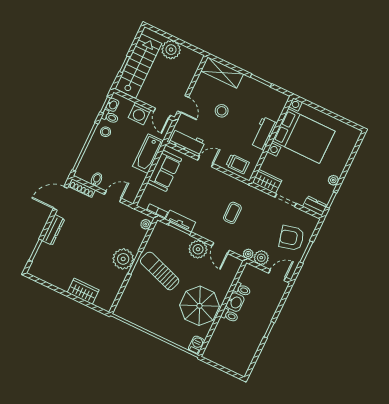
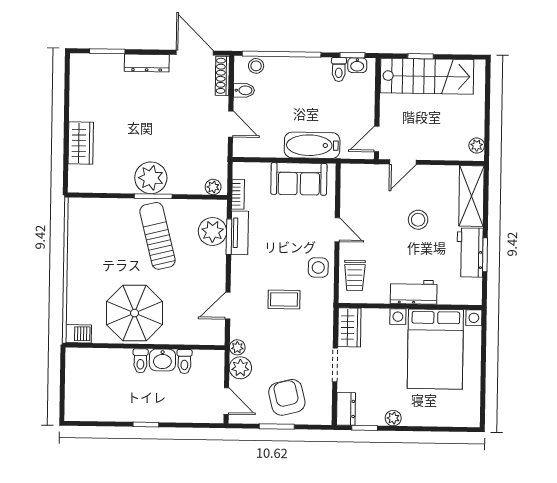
plant: (171, 50) -> (477, 146), moved, width x0.53, depth x0.53
washing machine: (139, 114) -> (362, 108), removed
stool: (106, 132) -> (256, 66), moved
workbench: (187, 142) -> (470, 253), moved, turned 180
side table: (223, 184) -> (318, 268), added
plant: (198, 249) -> (213, 231), moved
sun lounger: (160, 271) -> (157, 236), turned -33

